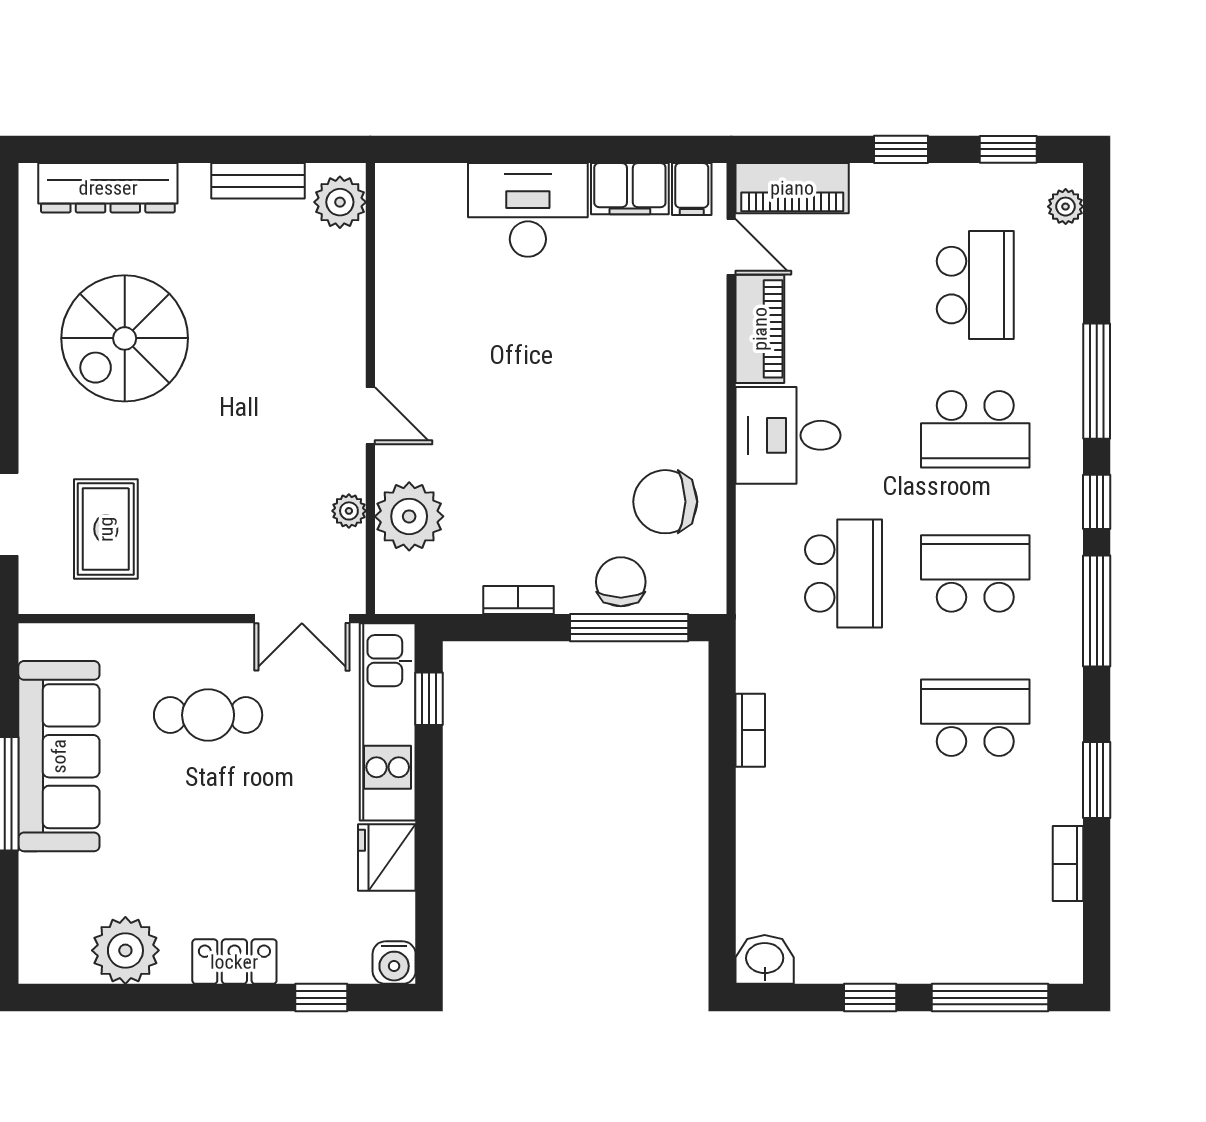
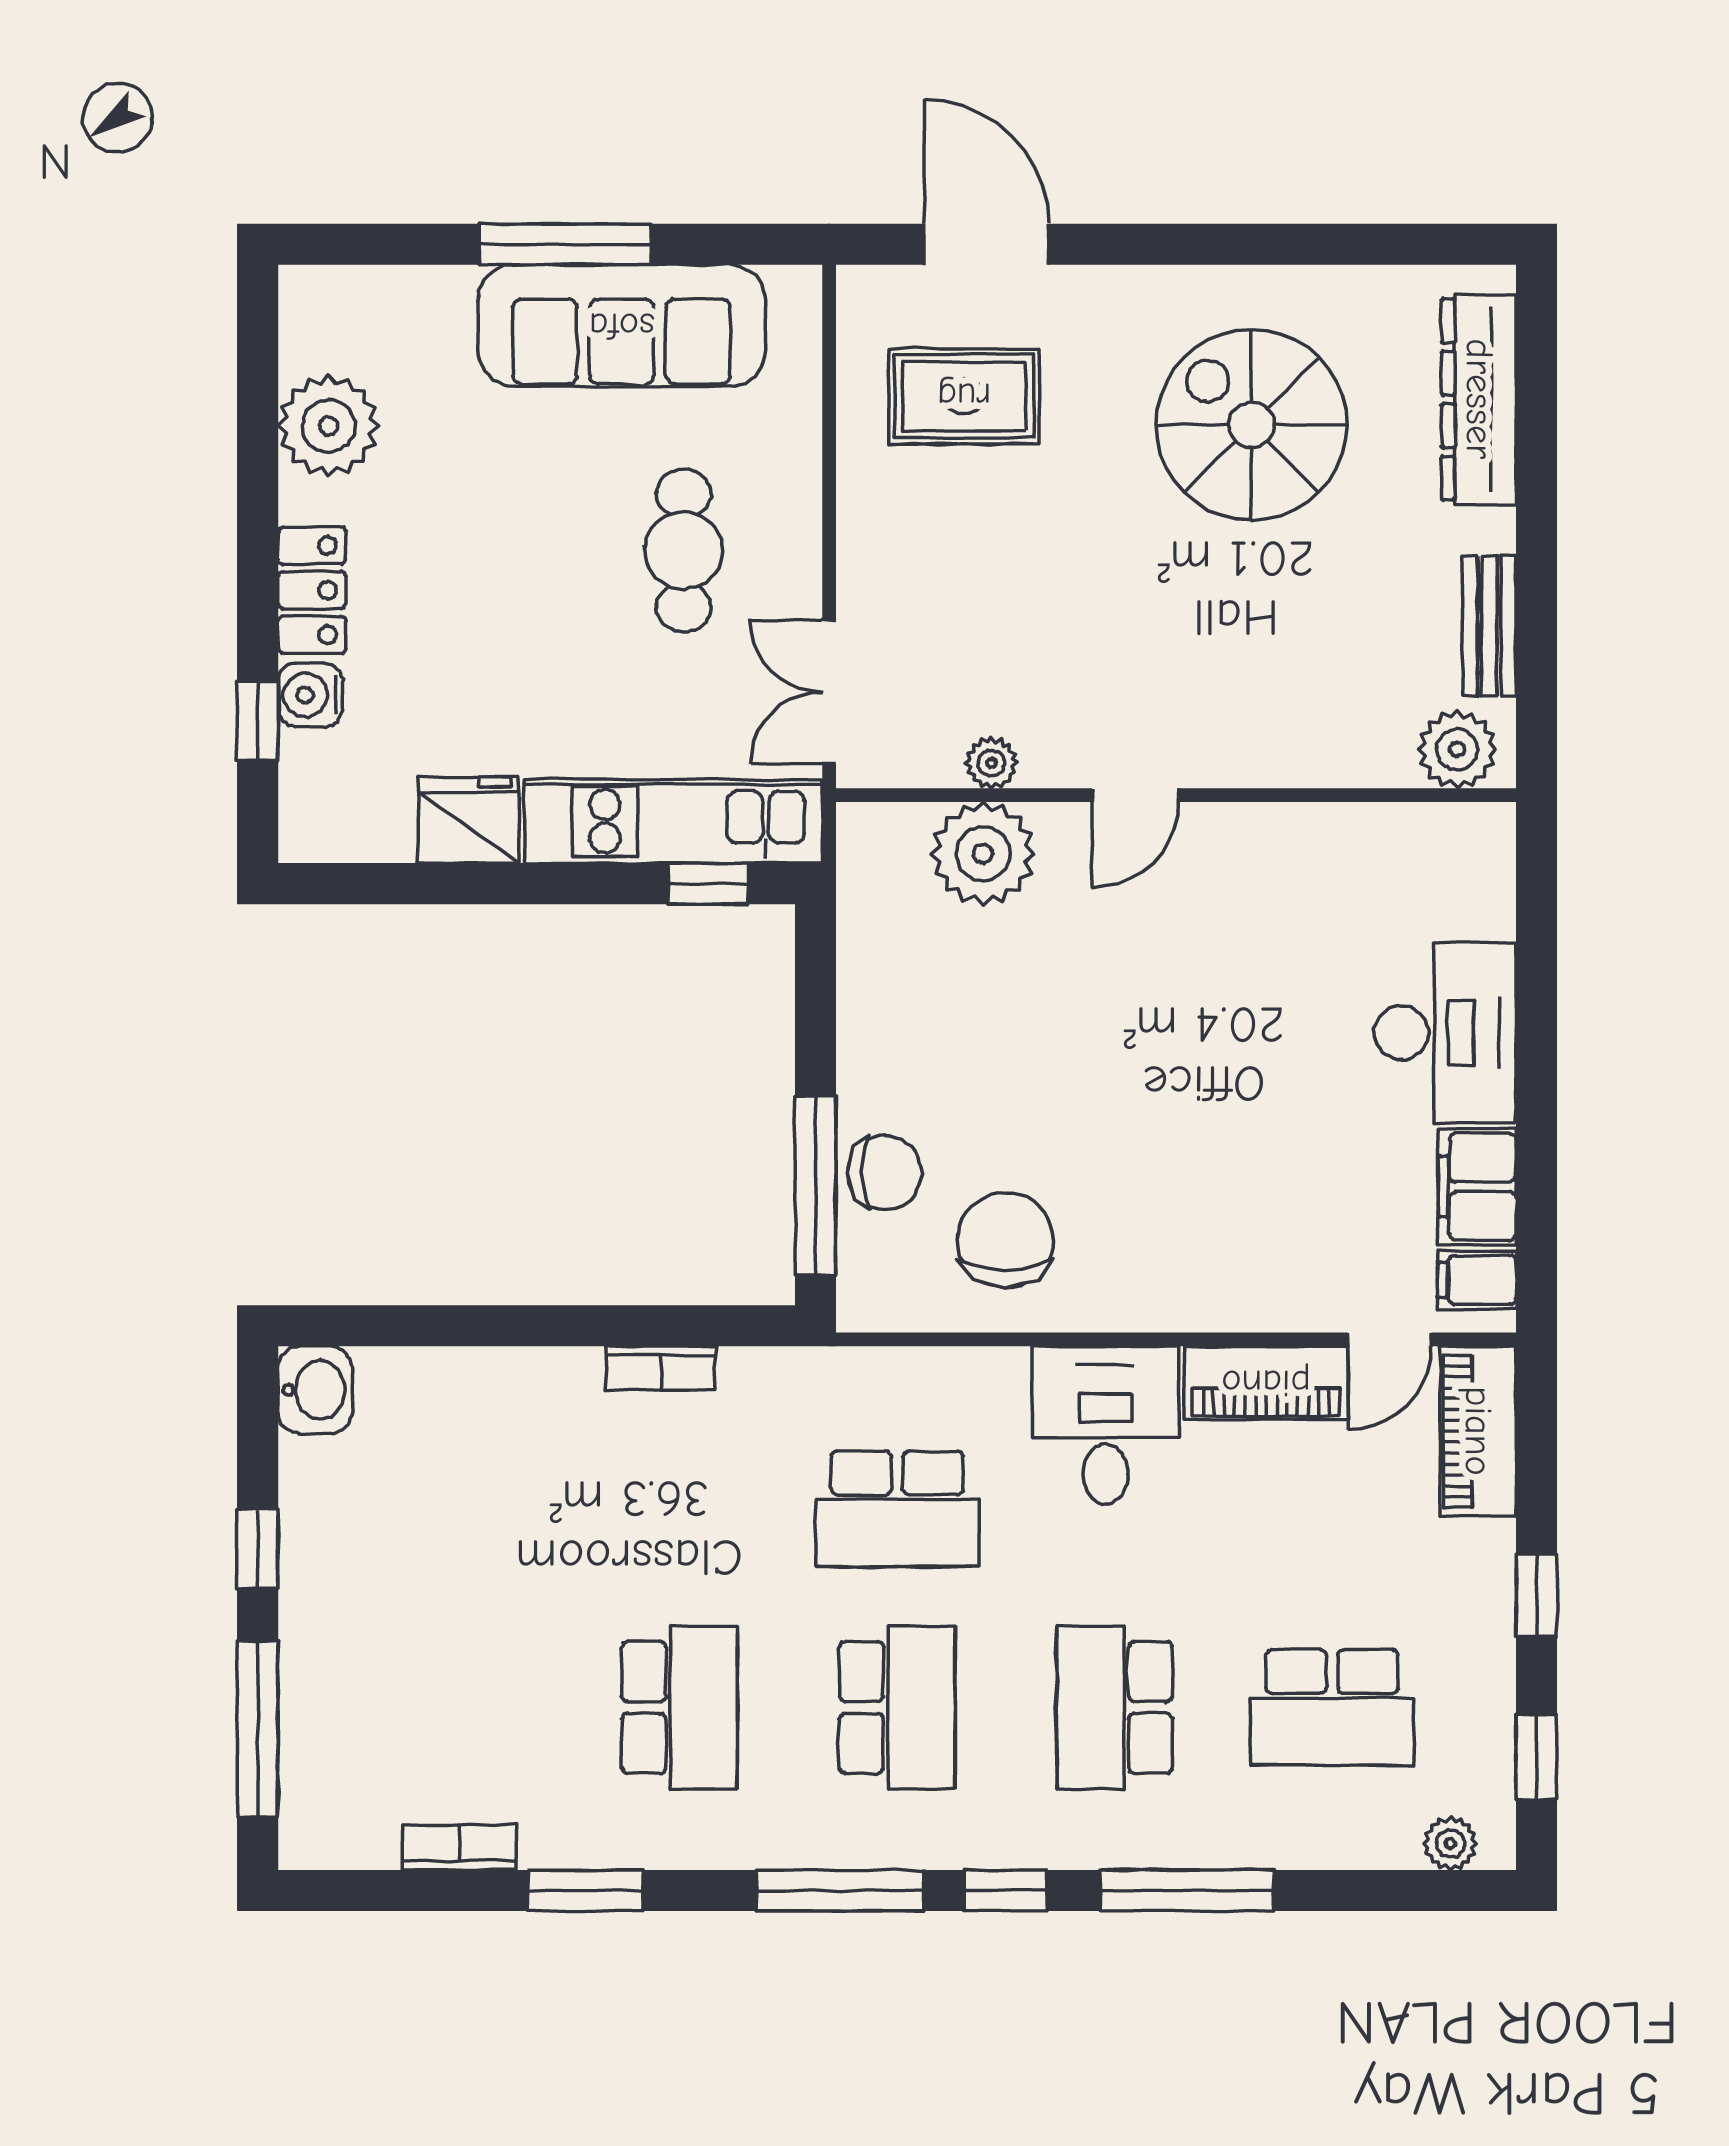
bookcase: (518, 600) -> (857, 1019), removed
water cooler: (394, 963) -> (310, 695), moved

